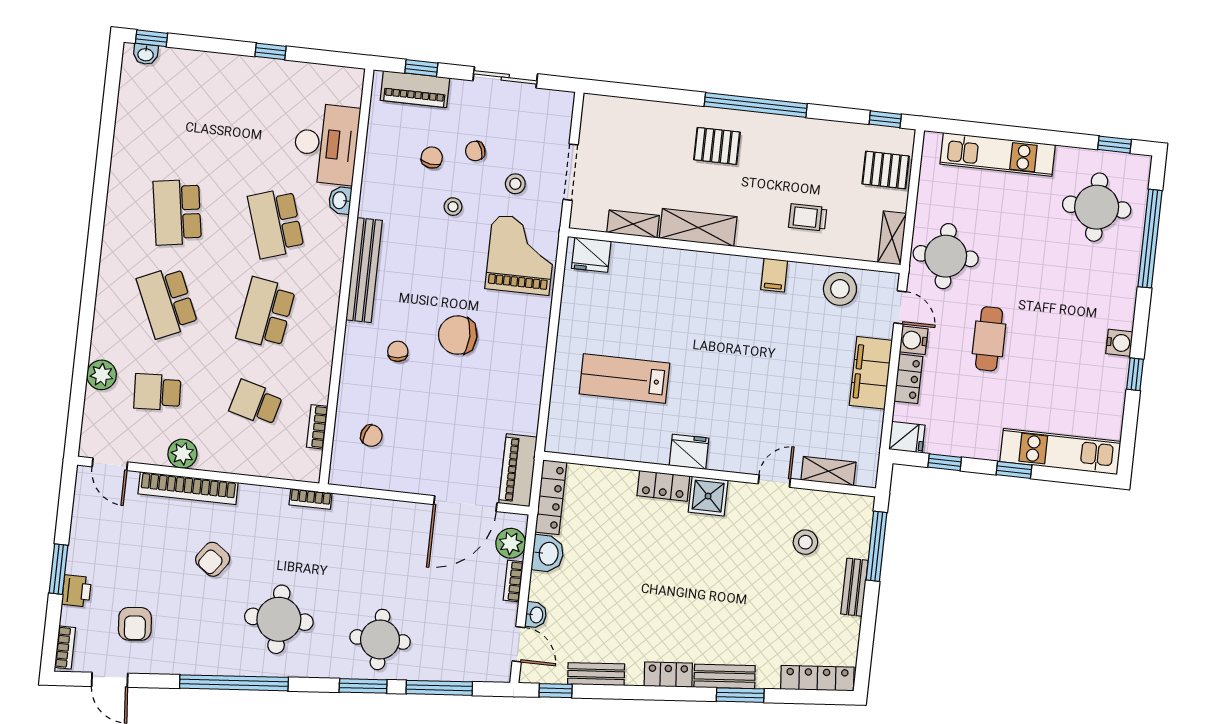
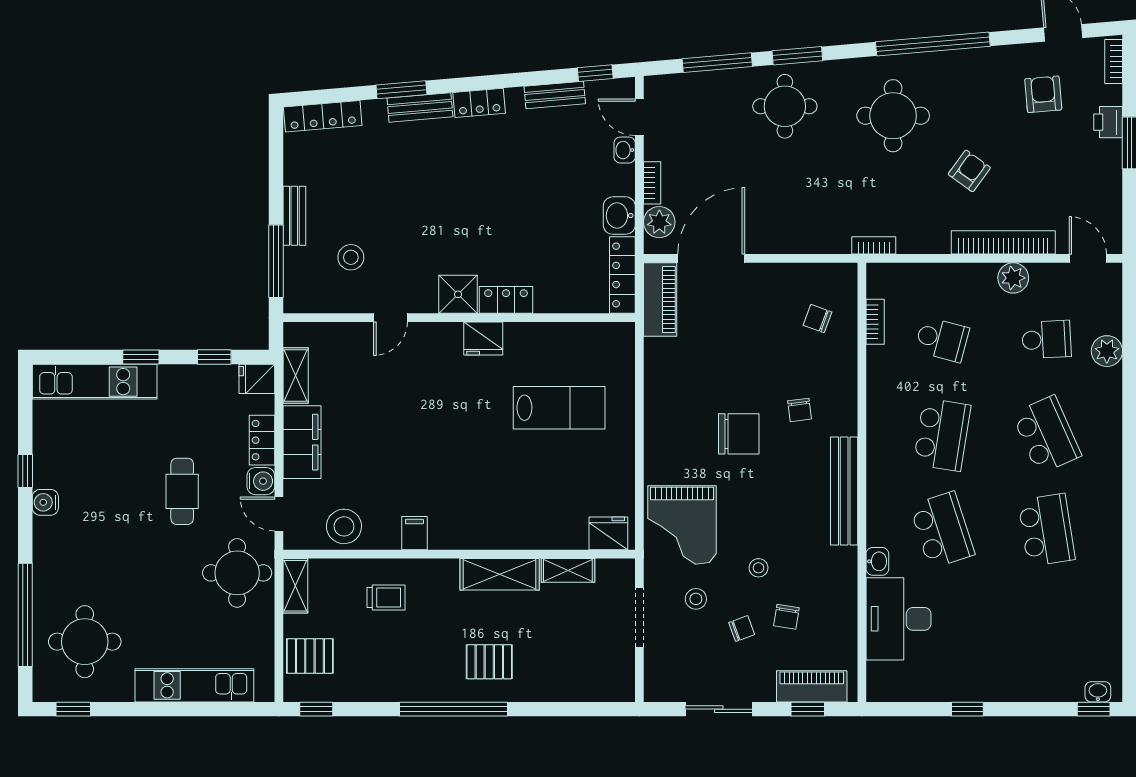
shelving: (828, 471) -> (296, 376), moved, turned 90

